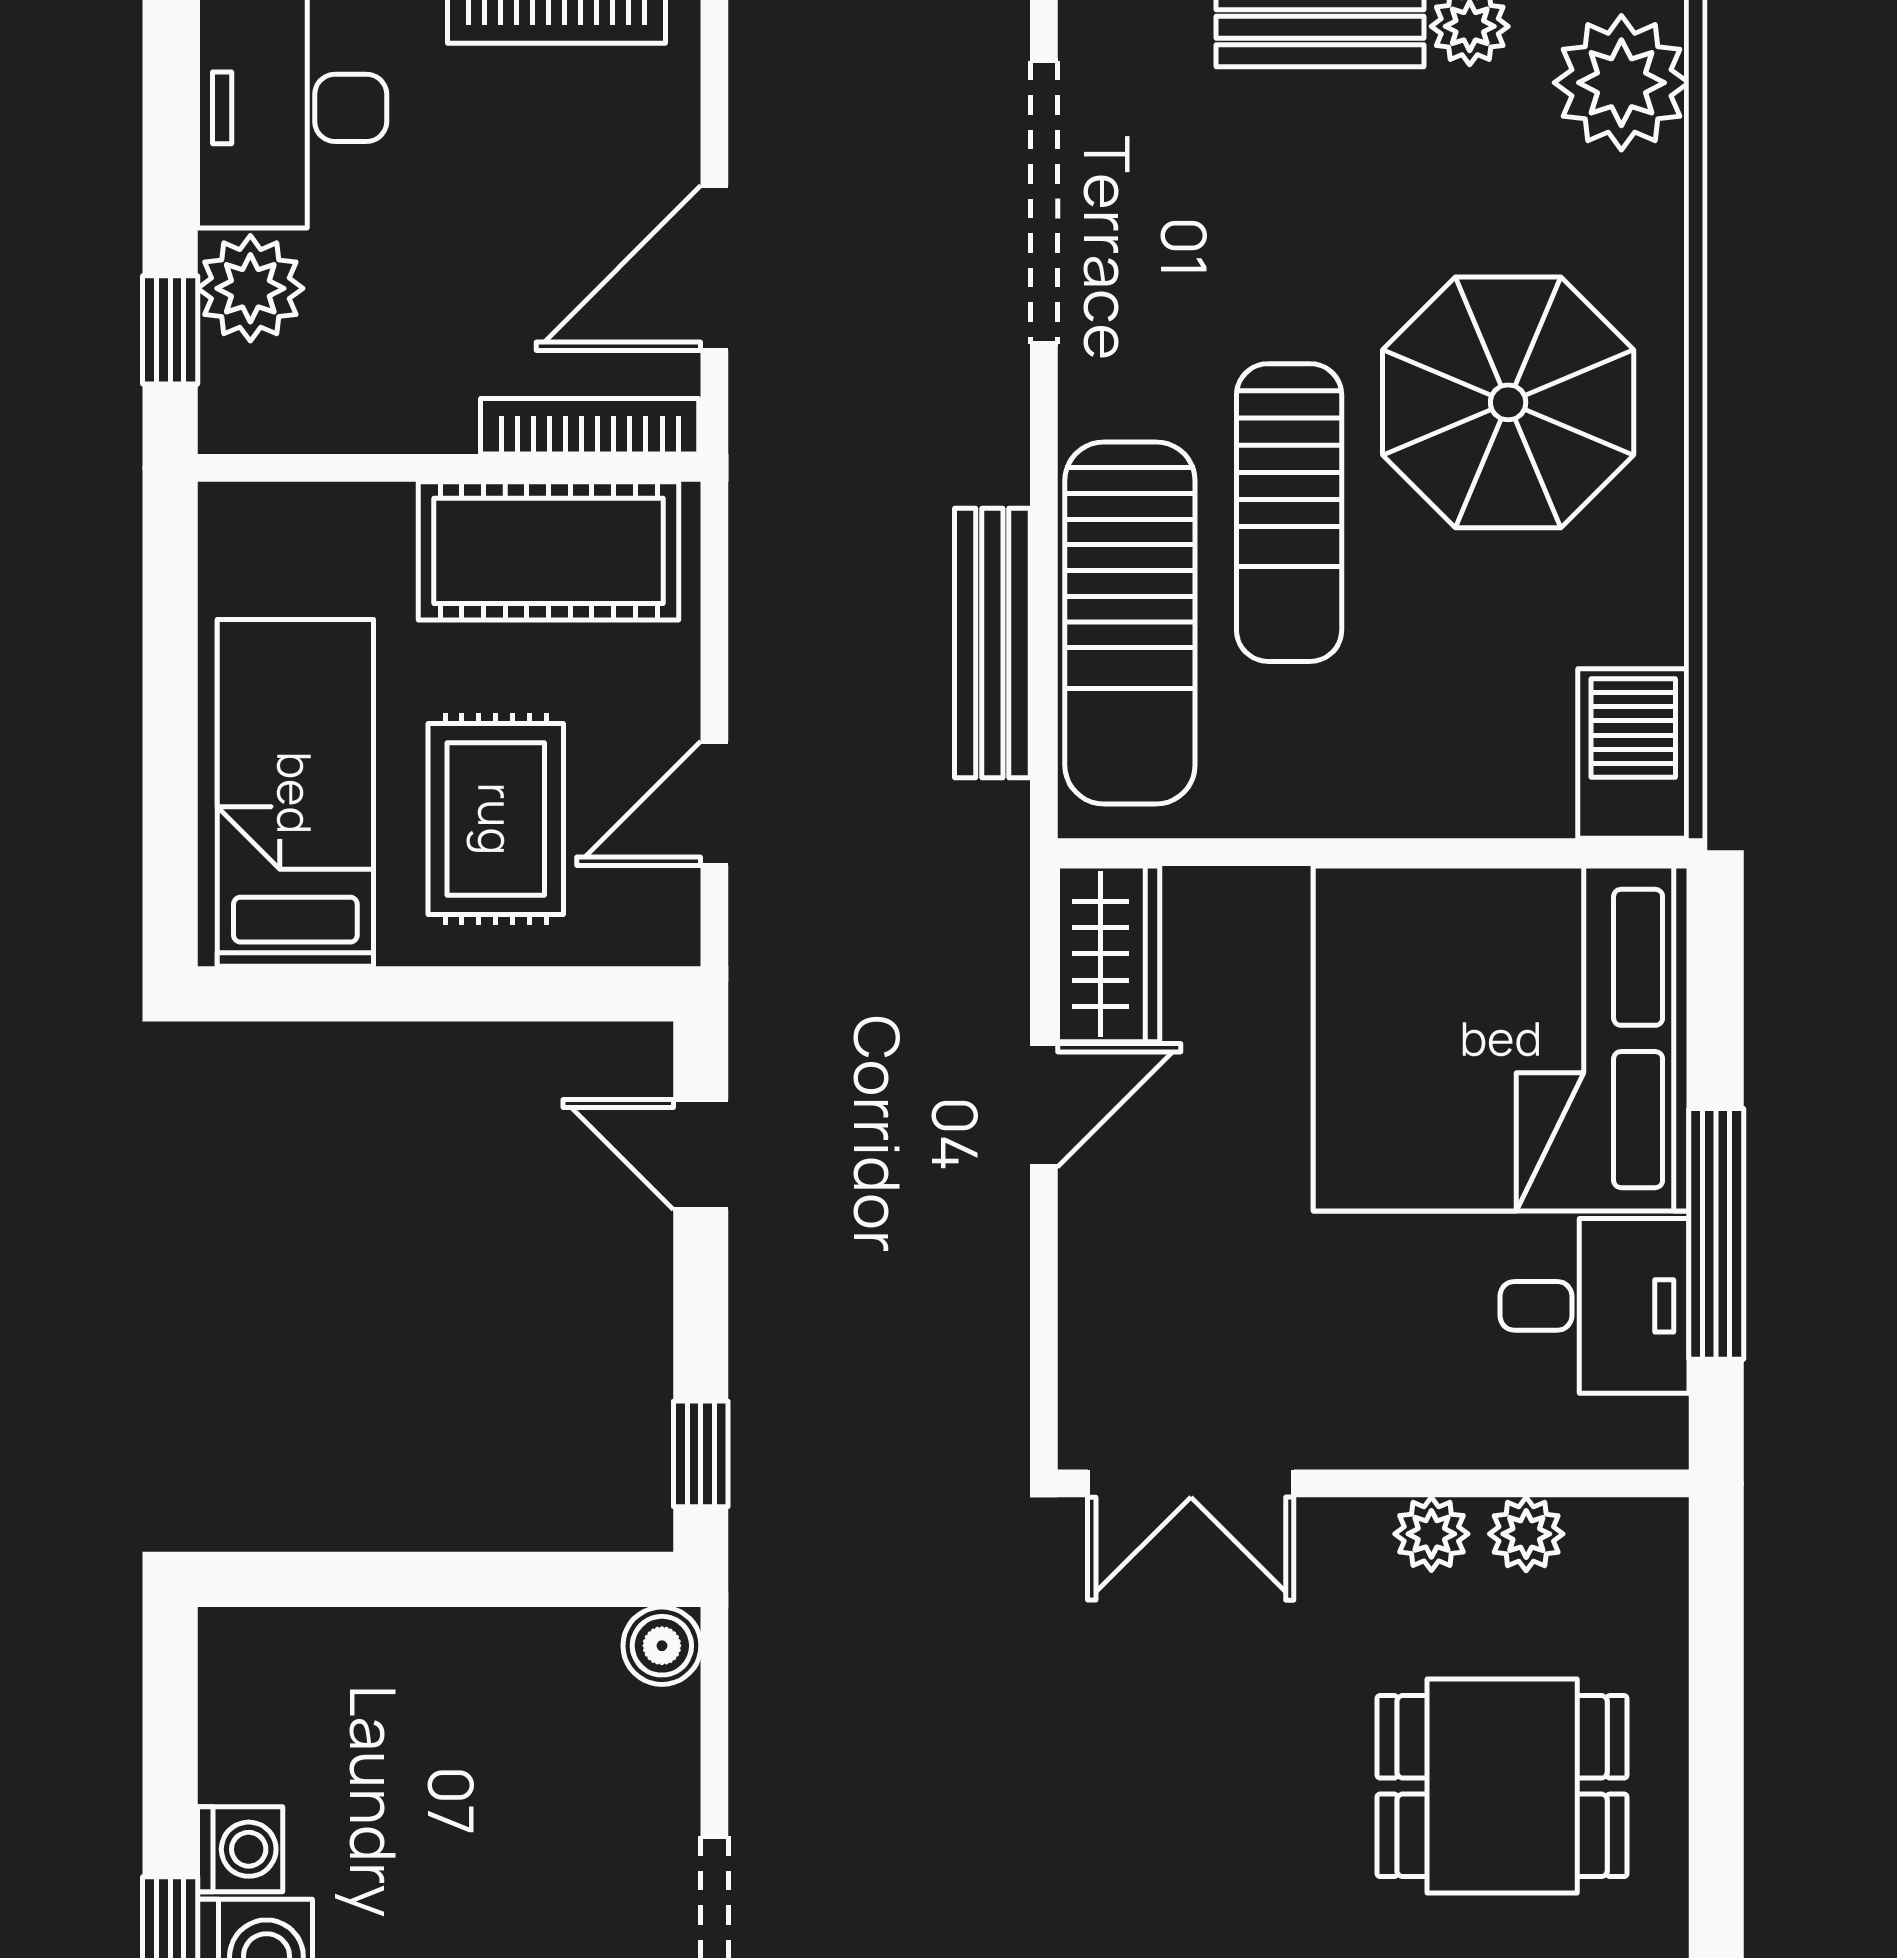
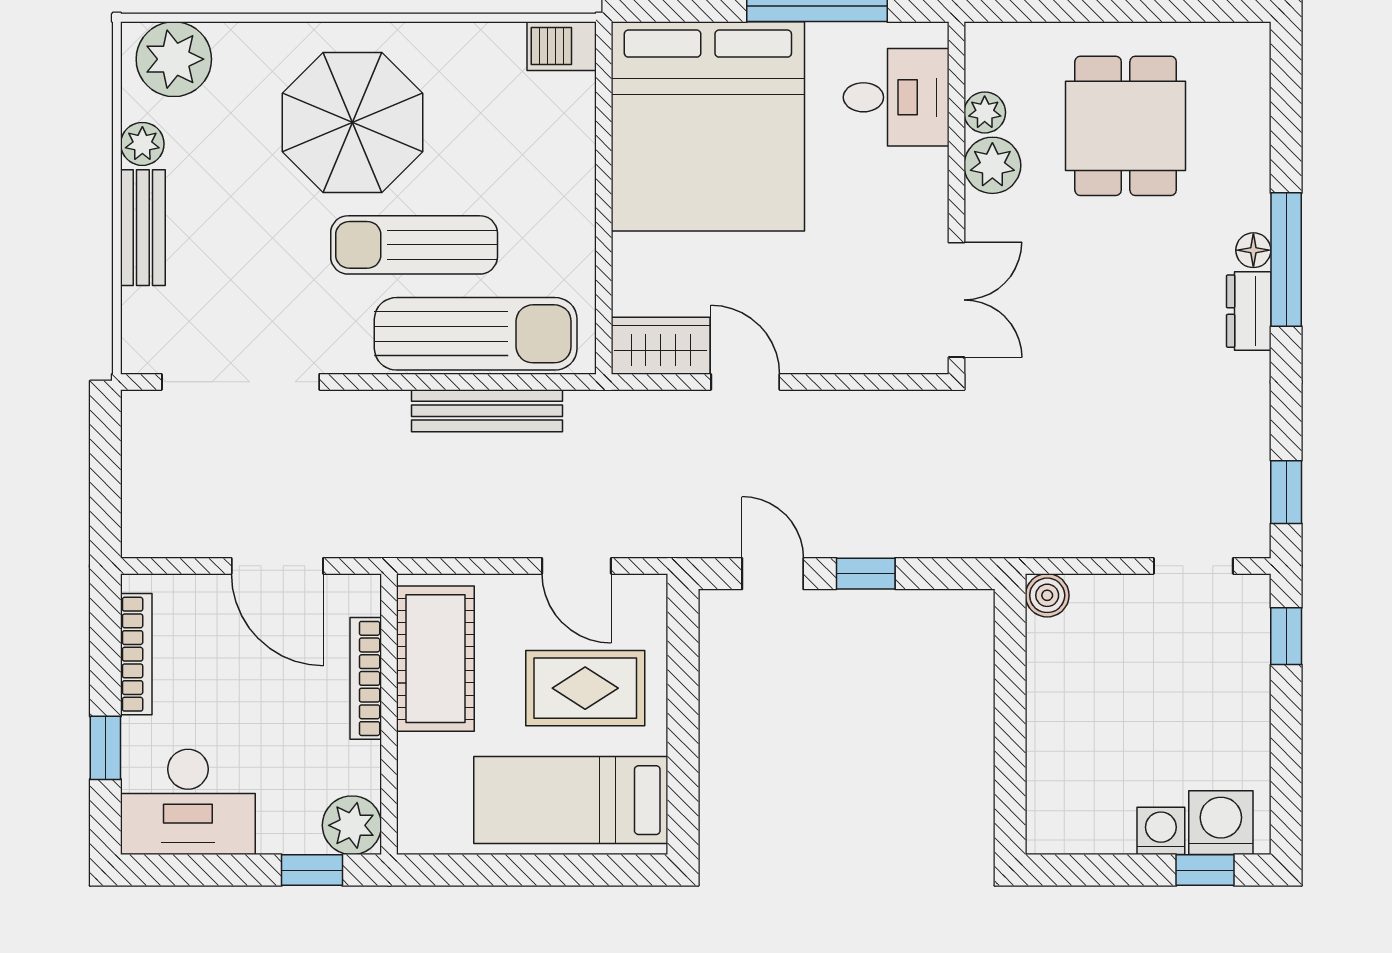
plant: (250, 288) -> (352, 825), moved
bookcase: (590, 426) -> (366, 678), moved
sun lounger: (1289, 513) -> (414, 245), turned 180
barbecue: (1633, 753) -> (562, 46), width x0.73, depth x0.79
door: (701, 1155) -> (773, 574), swing flipped
desk: (1594, 1306) -> (896, 97), moved, turned 90
window: (701, 1454) -> (866, 574), moved
plant: (1431, 1534) -> (992, 165), width x1.38, depth x1.38

